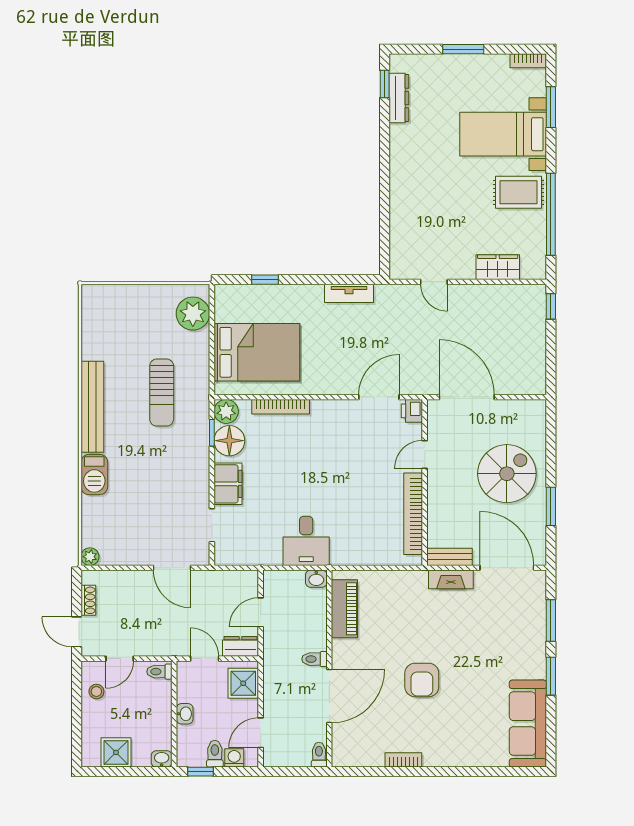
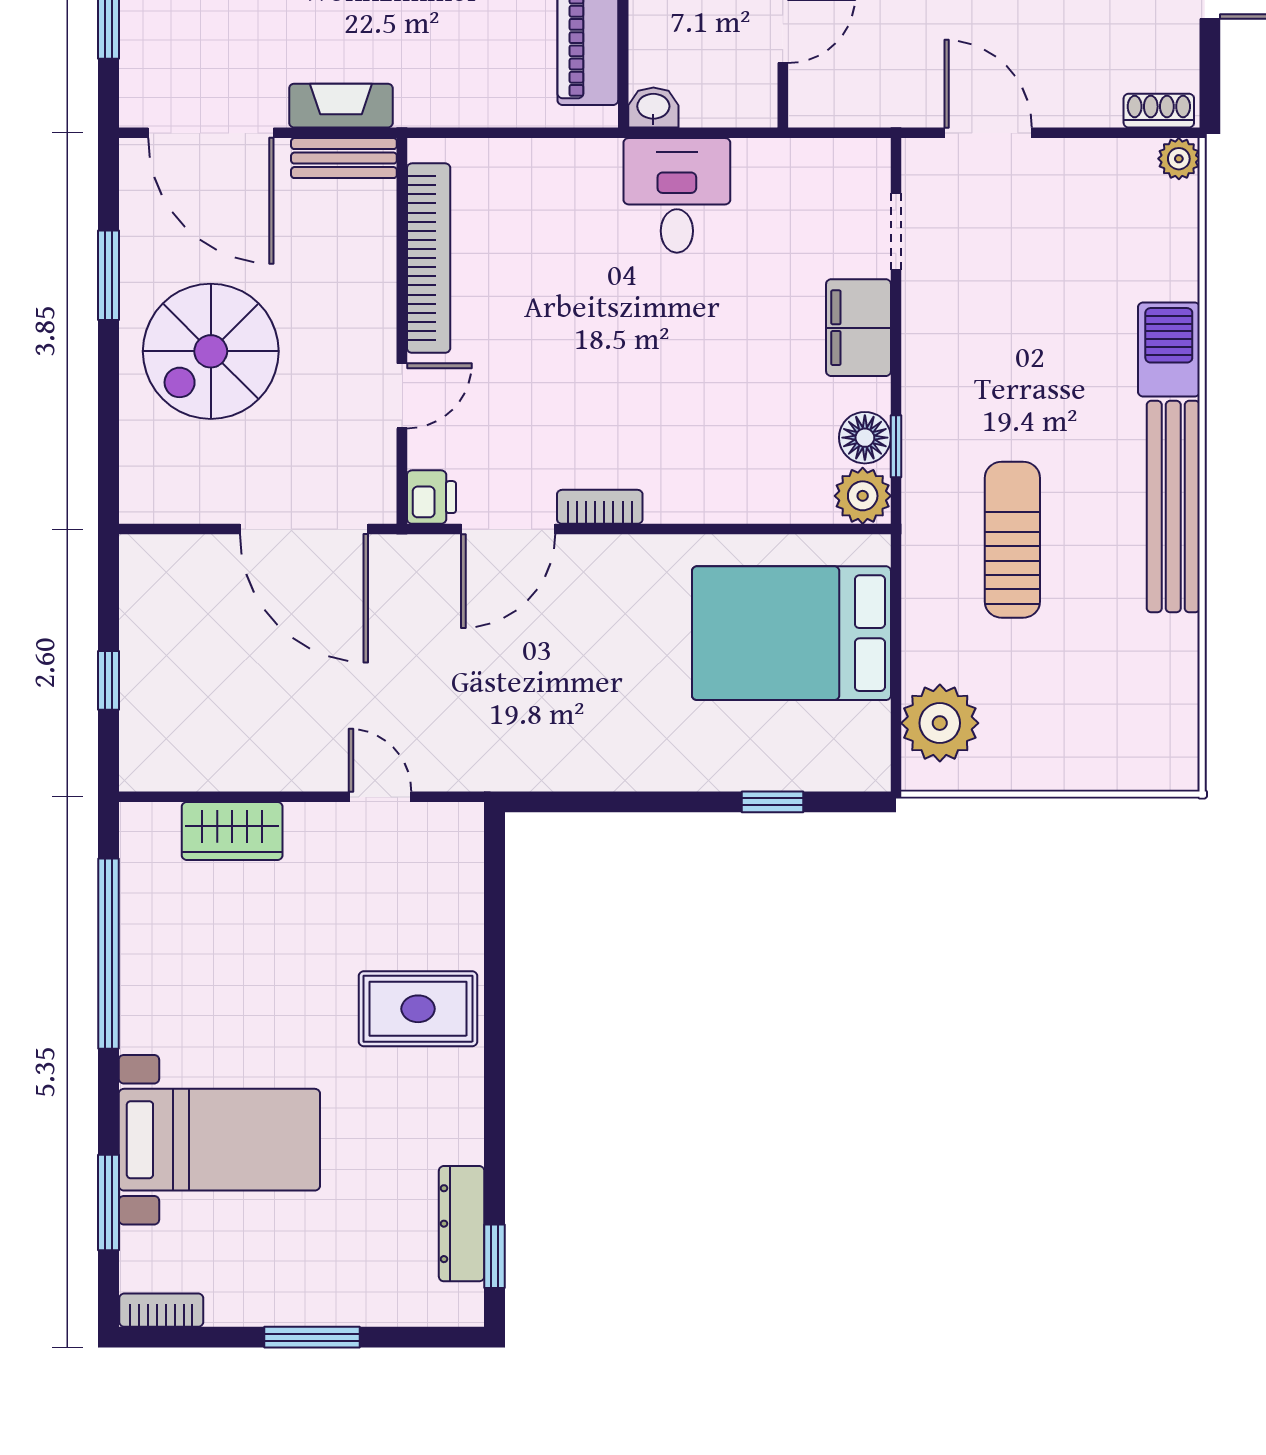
rug: (519, 192) -> (418, 1009), moved
tv unit: (349, 293) -> (577, 770), removed
window: (551, 306) -> (109, 680), moved
bookcase: (281, 407) -> (600, 507), moved, width x0.64
floor lamp: (229, 441) -> (865, 438), width x0.73, depth x0.73
shoe rack: (88, 600) -> (1159, 111), moved, turned 90

